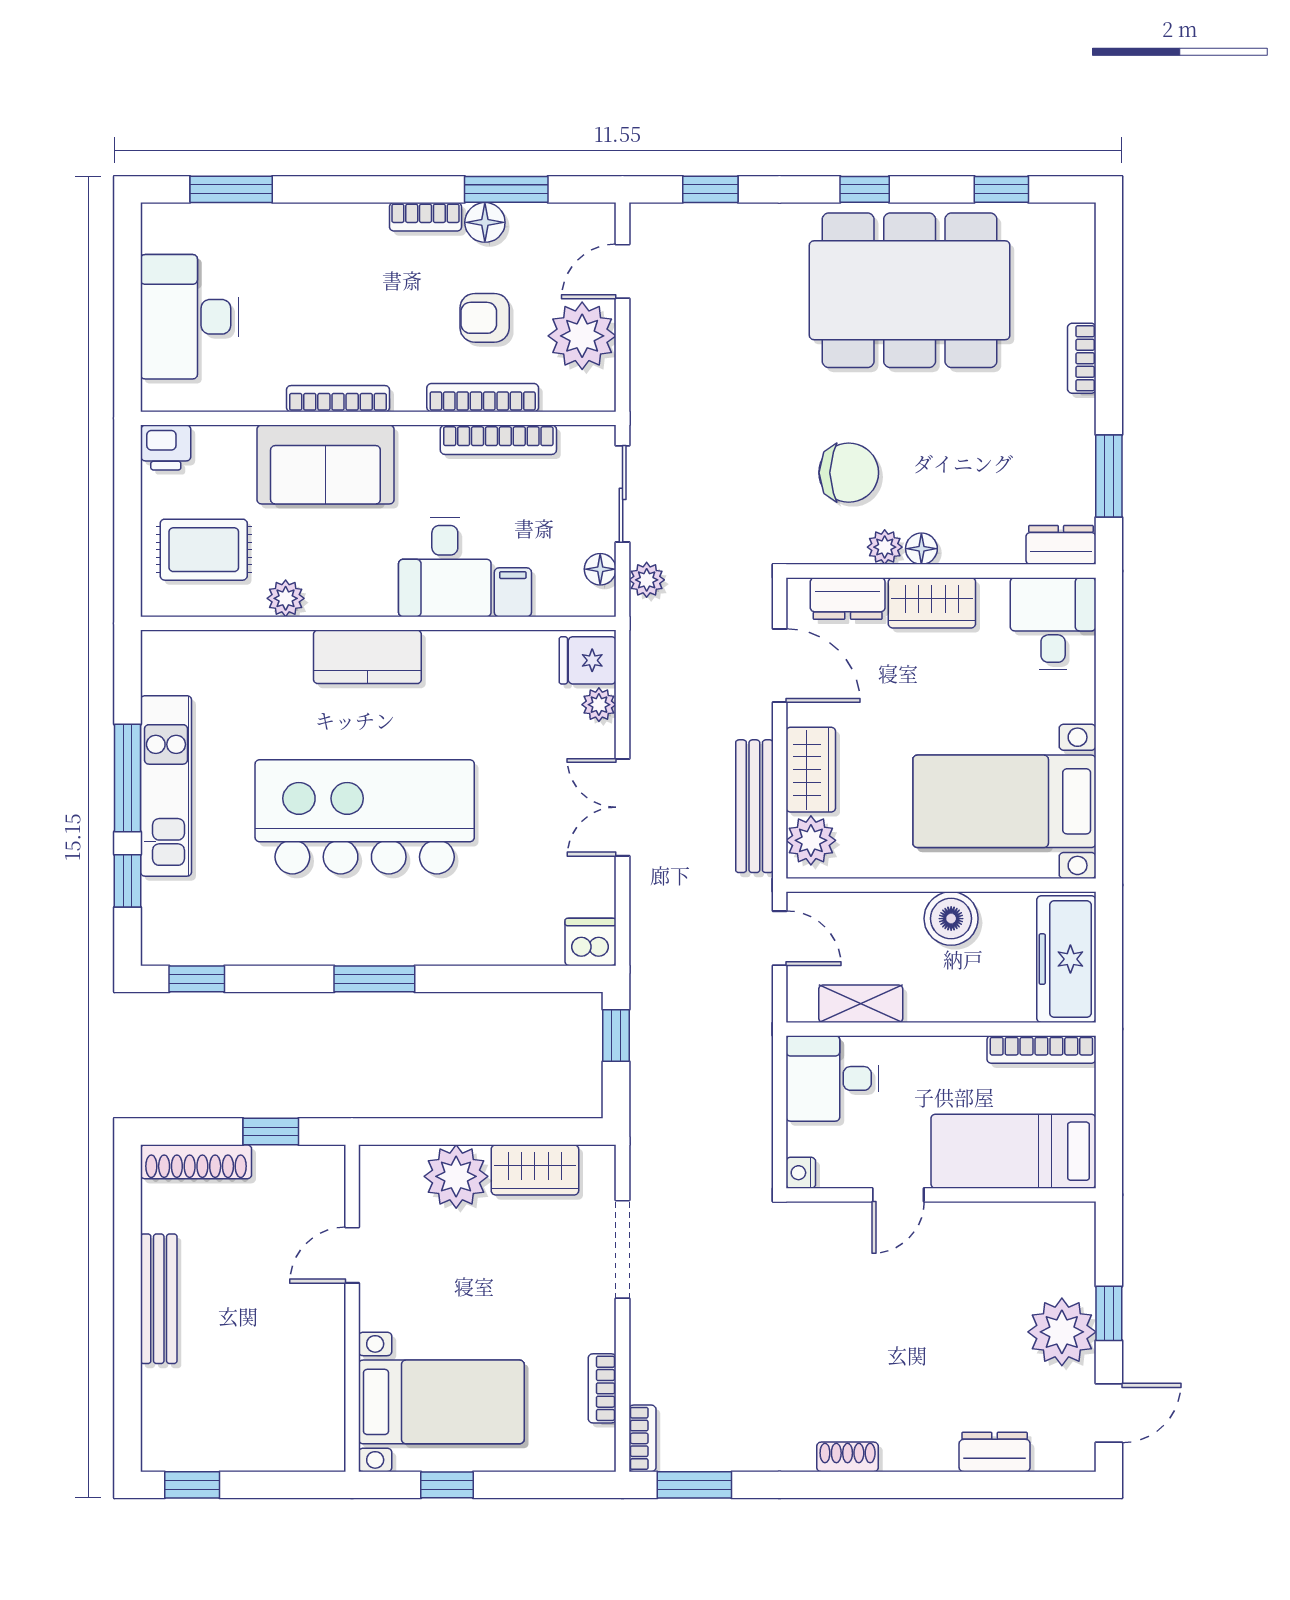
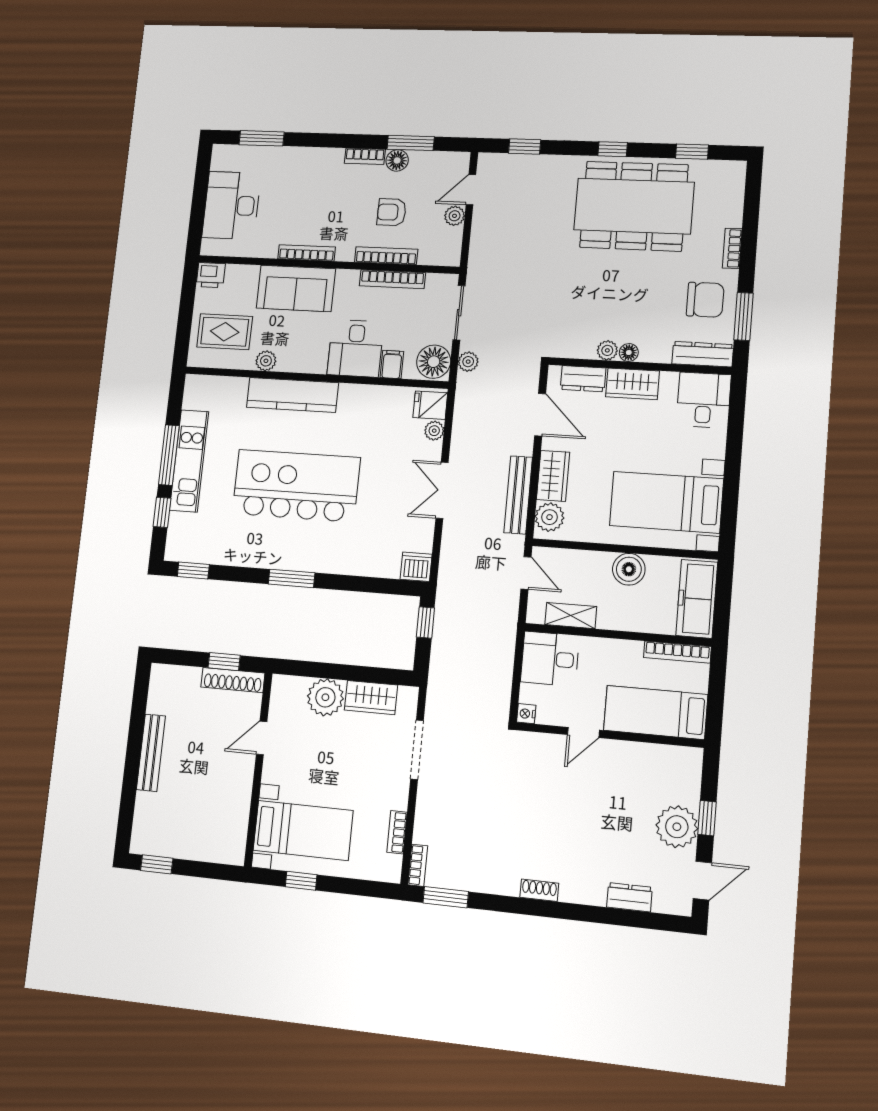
plant: (582, 336) -> (455, 216), width x0.53, depth x0.53
chair: (849, 473) -> (705, 300), moved
dresser: (1061, 545) -> (703, 354), width x1.44
floor lamp: (600, 569) -> (434, 362), width x1.89, depth x1.89
kitchen counter: (367, 657) -> (292, 395), width x1.50
shoe rack: (196, 1162) -> (233, 680), moved

